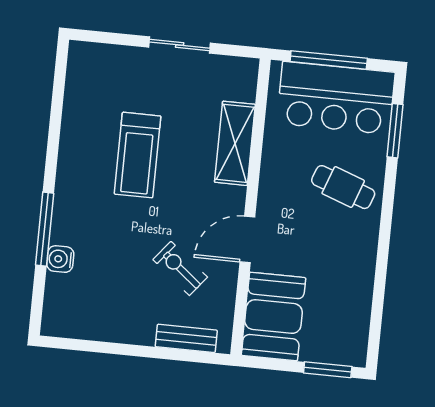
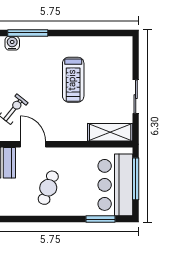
shelving: (235, 143) -> (110, 132), moved
treadmill: (138, 155) -> (73, 80), turned -90
cafe table: (343, 187) -> (48, 188), moved

